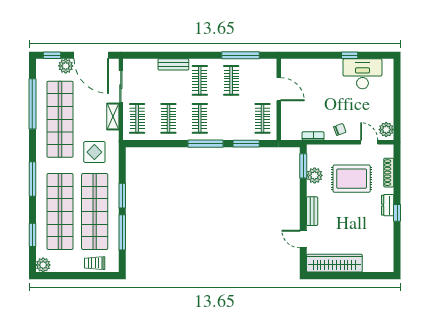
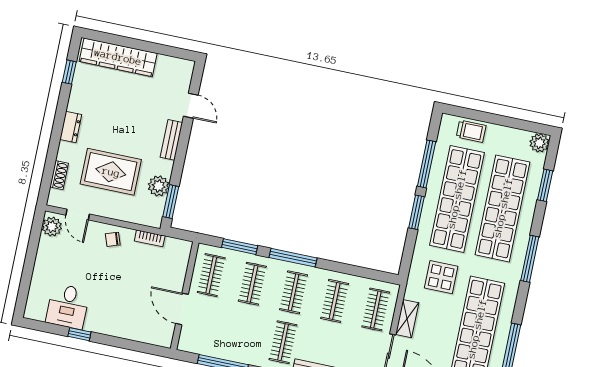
desk: (362, 74) -> (68, 306), width x0.73
clothes rail: (231, 80) -> (252, 284), moved
shoe rack: (389, 173) -> (59, 175), width x0.70
window: (397, 213) -> (69, 72), moved
wardrobe: (334, 263) -> (118, 57), moved

